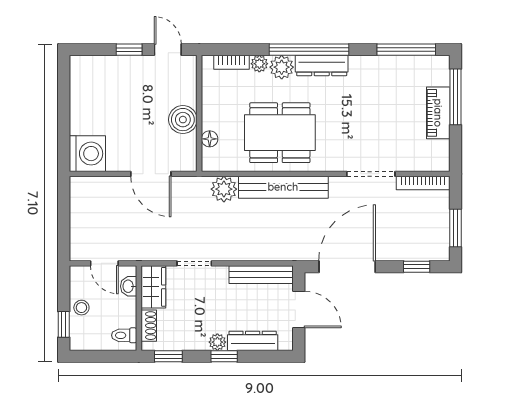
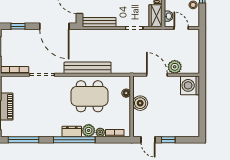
dresser: (322, 65) -> (72, 131), width x0.70
plant: (224, 189) -> (175, 67), moved
door: (347, 267) -> (54, 26), hinge flipped

